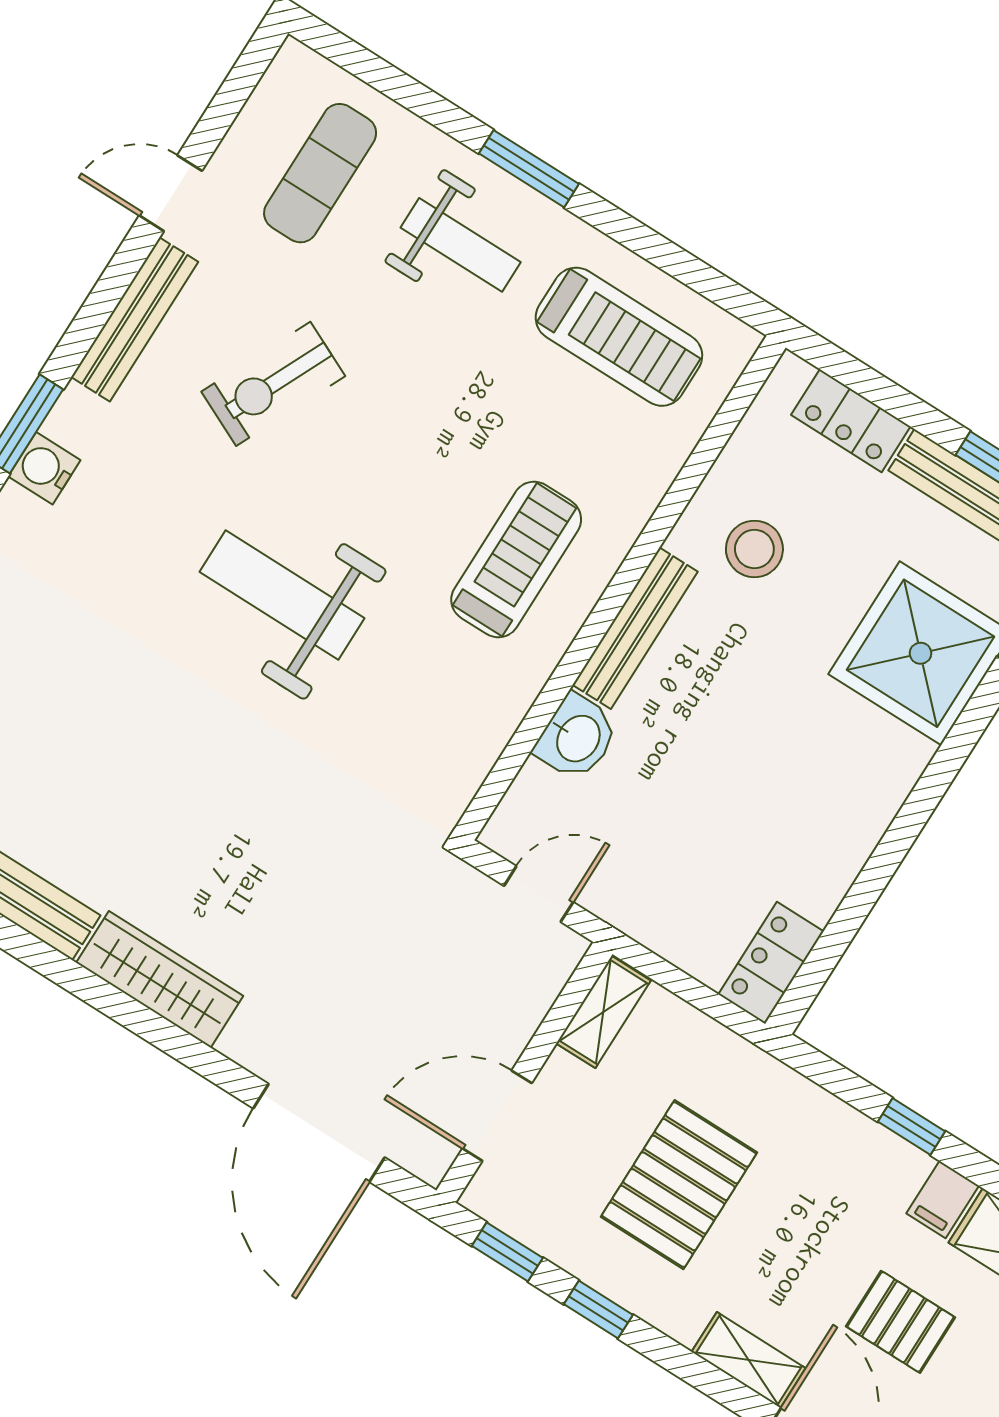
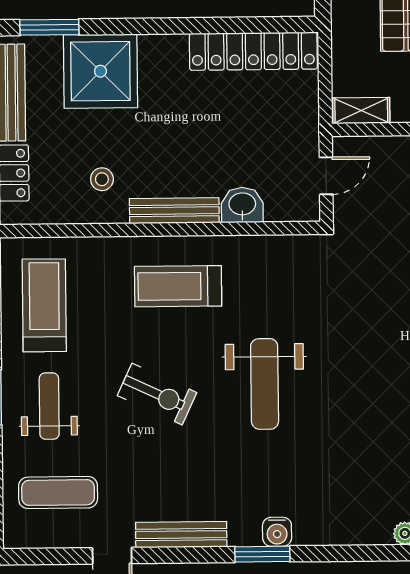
exercise bike: (273, 384) -> (157, 394), moved
stool: (754, 549) -> (102, 179), width x0.73, depth x0.73
door: (539, 894) -> (326, 176), swing flipped
locker: (771, 963) -> (253, 51), width x2.16, depth x1.21

